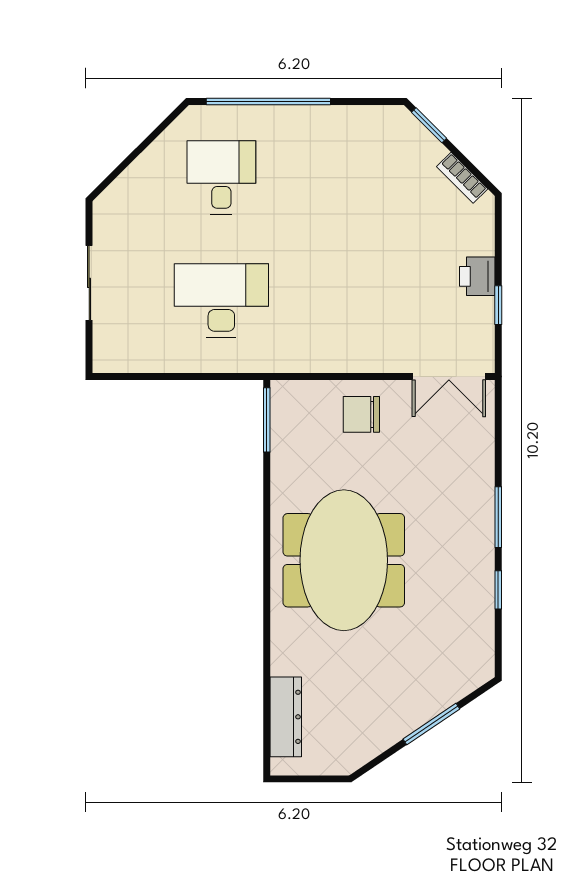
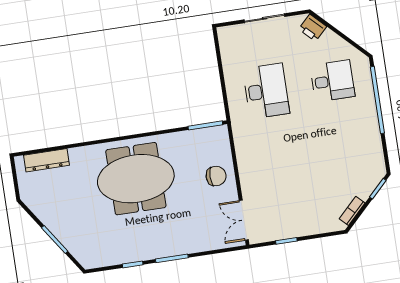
printer: (477, 276) -> (313, 28), moved, turned -135
chair: (361, 414) -> (216, 176), turned 90

